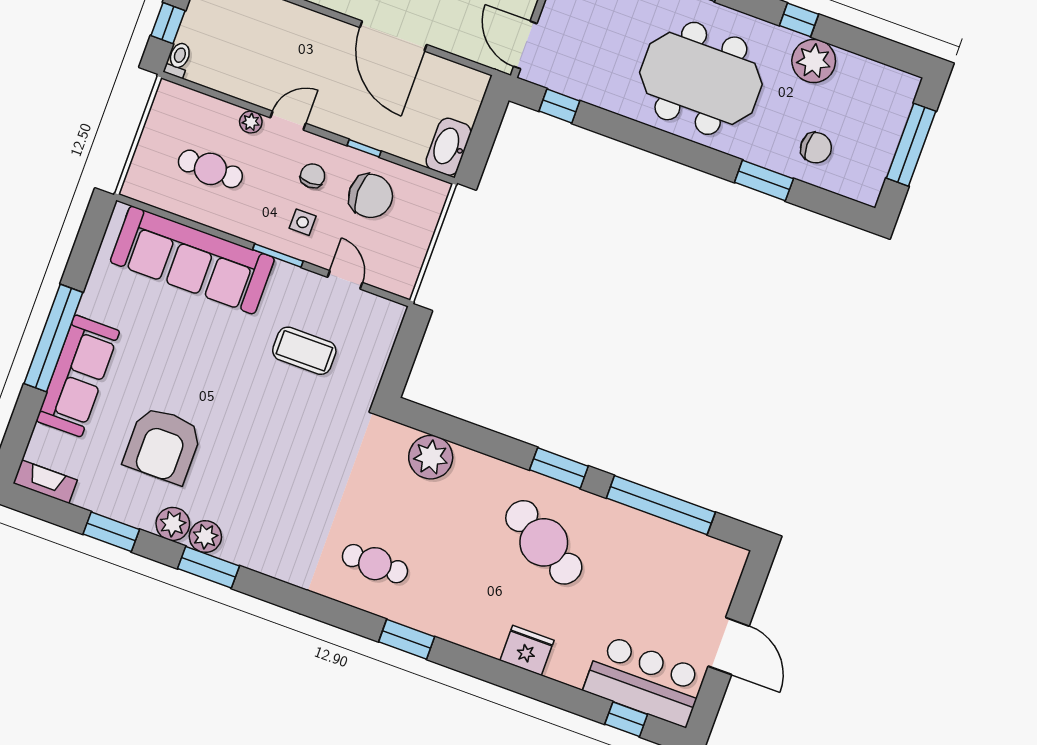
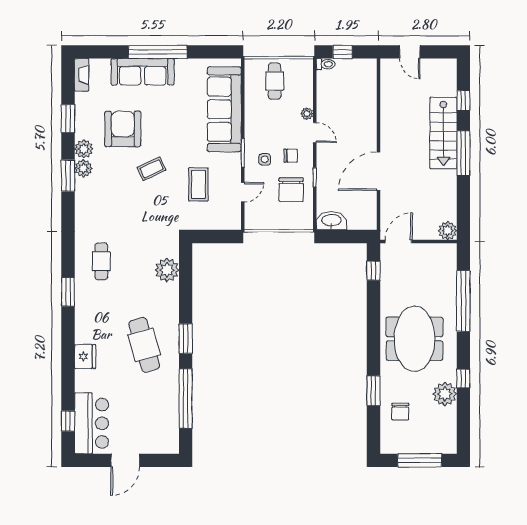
cafe table: (210, 169) -> (275, 81), moved
coffee table: (248, 421) -> (152, 169), added
armchair: (163, 445) -> (123, 129), turned 90
cafe table: (544, 542) -> (144, 345), turned -46

